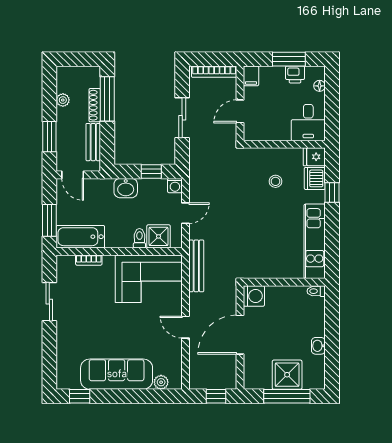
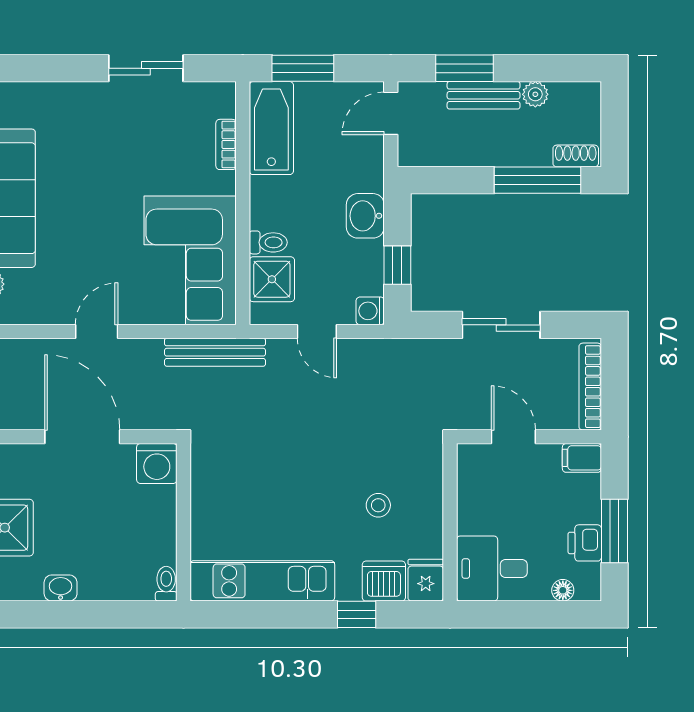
shoe rack: (95, 105) -> (576, 156), moved, width x0.70
bench: (93, 142) -> (484, 95), moved

